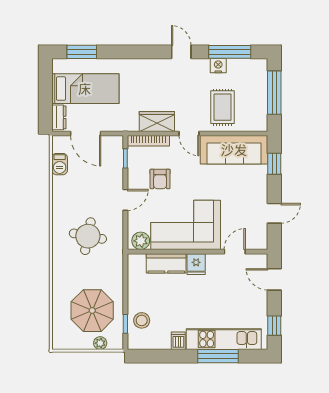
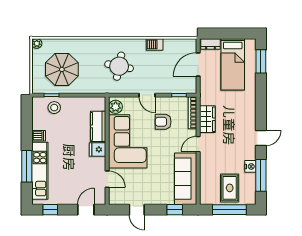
rug: (223, 107) -> (230, 188), moved, turned 90
barbecue: (60, 164) -> (155, 44), moved
plant: (100, 343) -> (37, 43), moved

